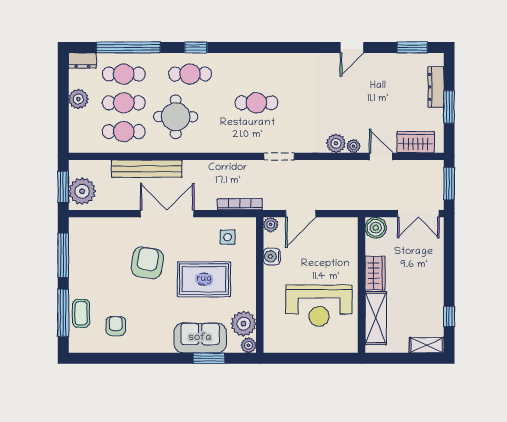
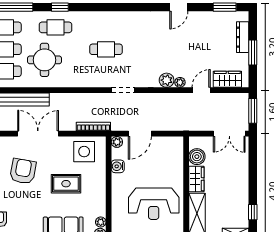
door: (381, 156) -> (201, 90), hinge flipped
boiler: (376, 228) -> (197, 157), moved
side table: (228, 237) -> (84, 152), width x1.87, depth x1.87
rug: (204, 279) -> (66, 184), width x0.73, depth x0.70
plant: (244, 324) -> (101, 222), width x0.53, depth x0.53

